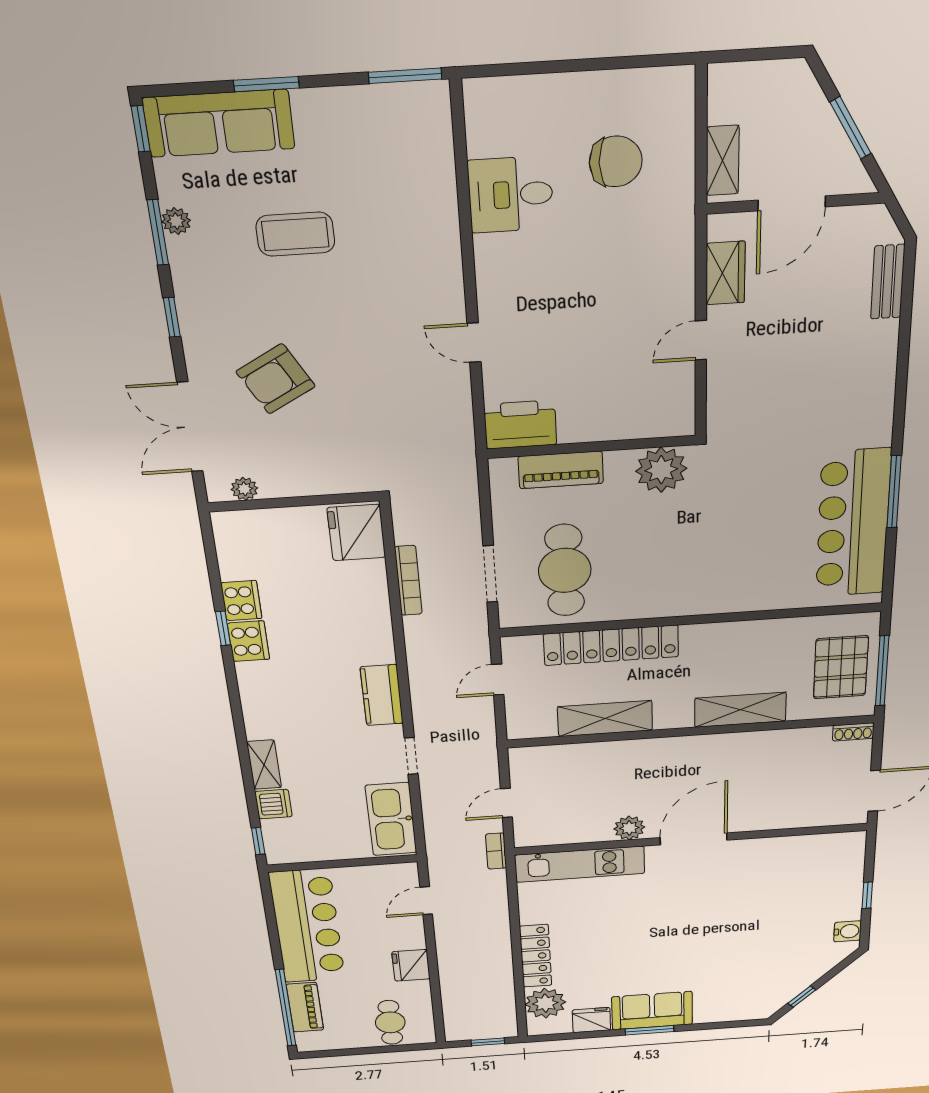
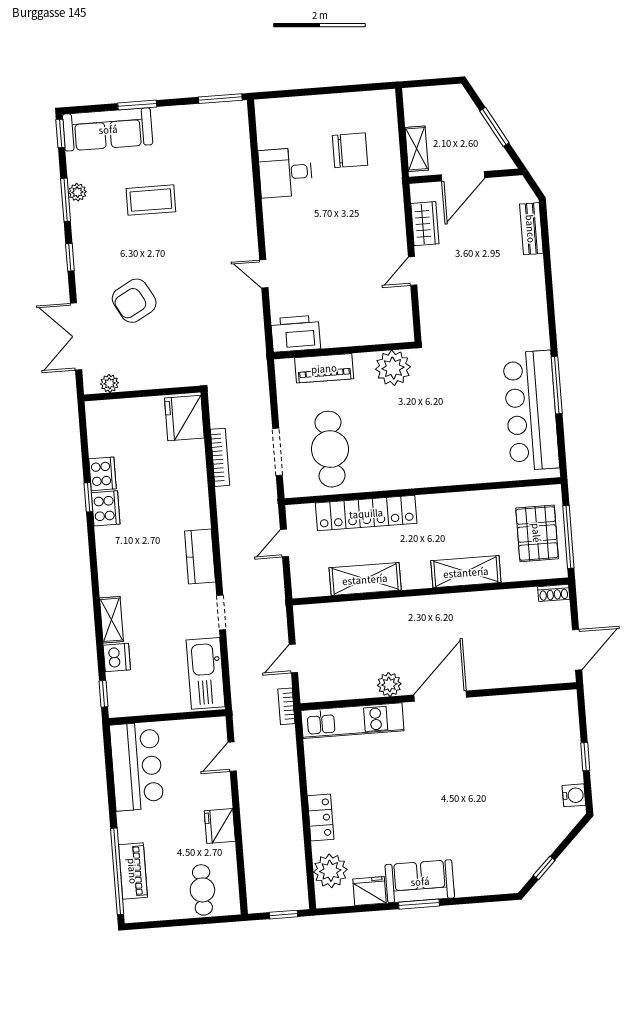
bar counter: (307, 926) -> (137, 766), width x0.73
locker: (536, 956) -> (321, 818), width x0.66

